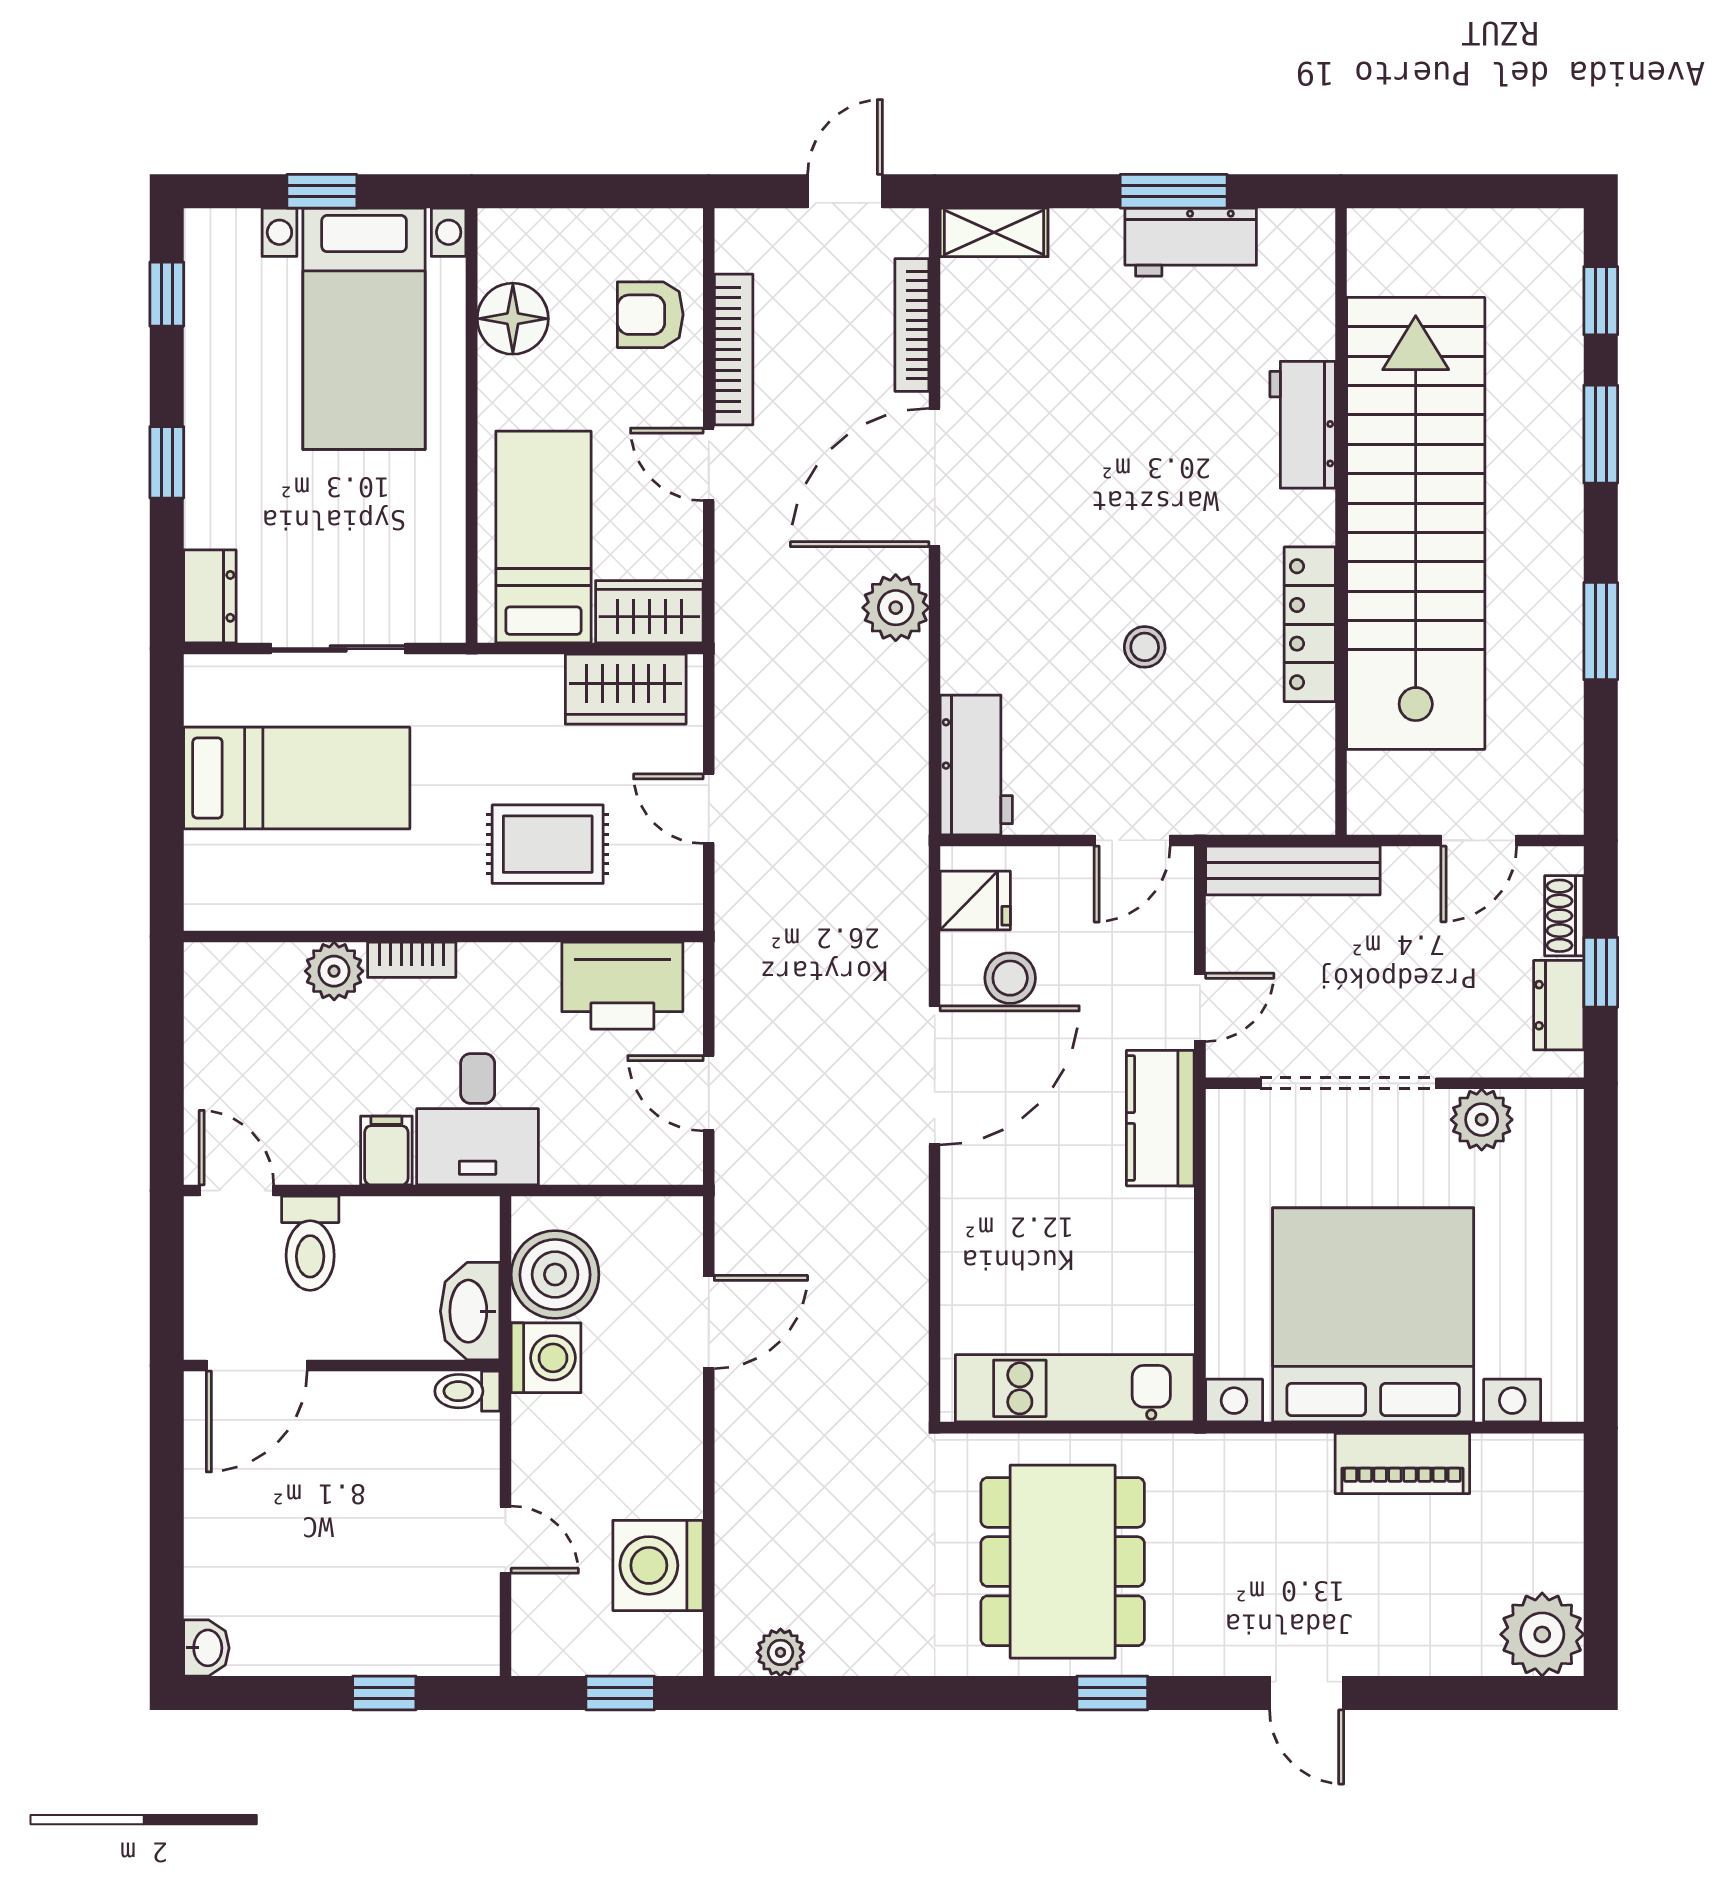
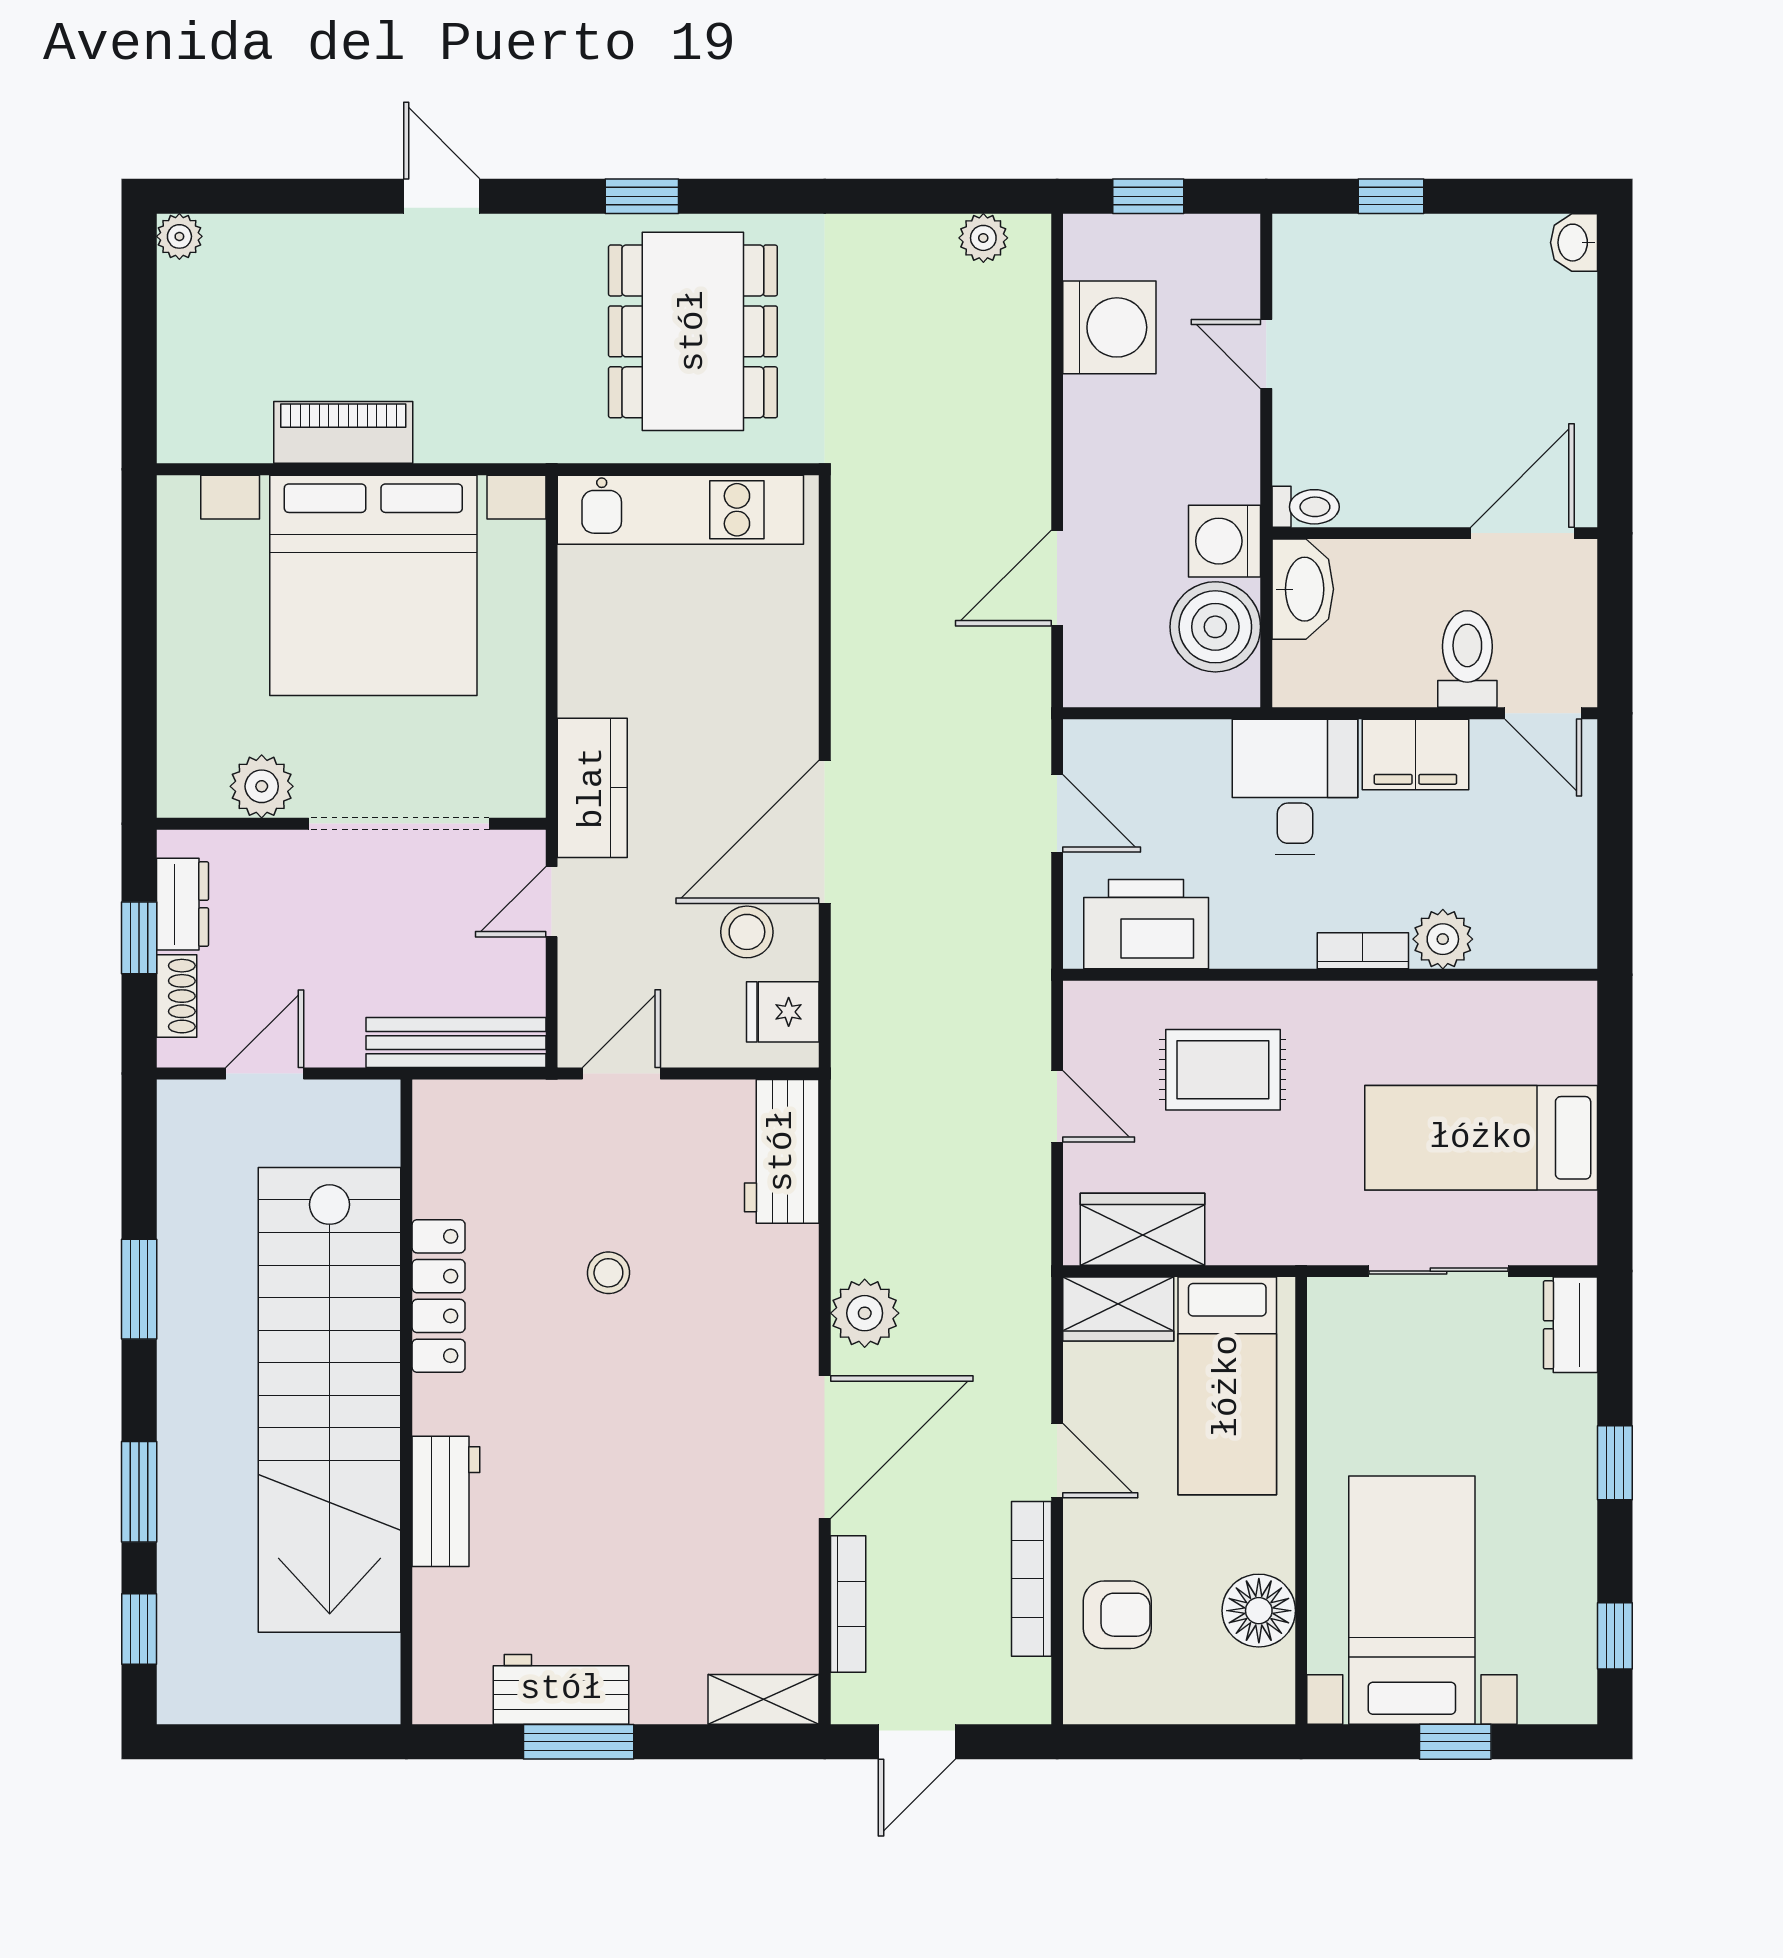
filing cabinet: (386, 1150) -> (1415, 755), width x2.00
plant: (1542, 1634) -> (179, 236), width x0.53, depth x0.53

